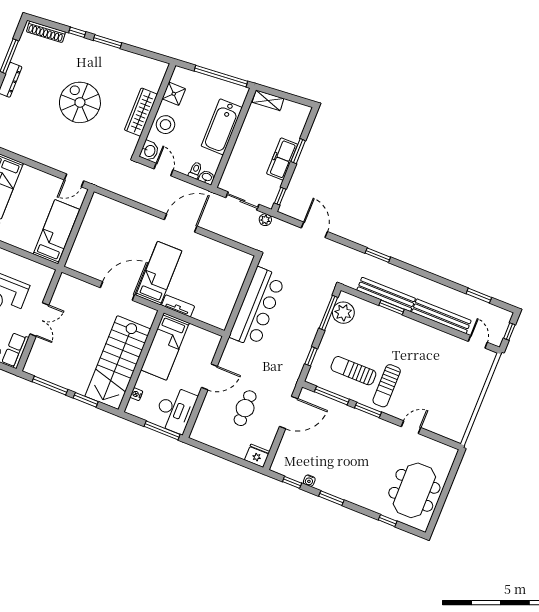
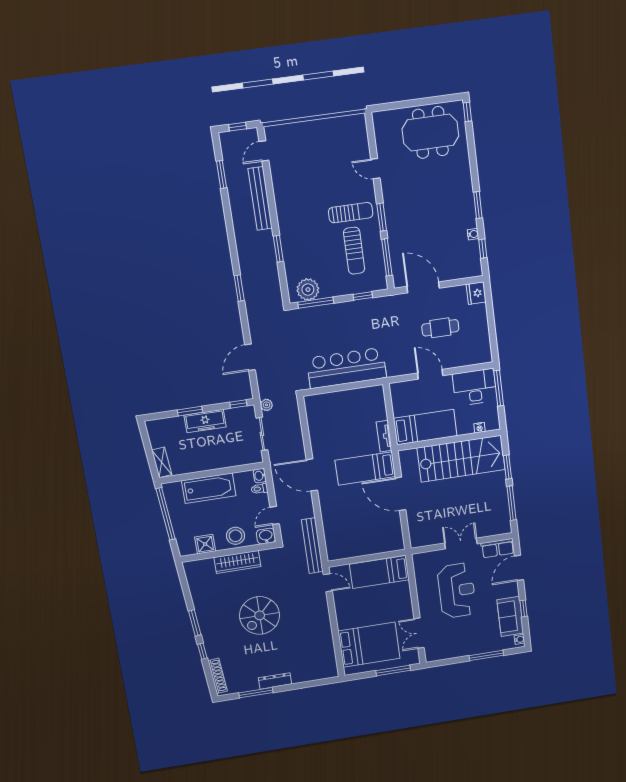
bench: (386, 294) -> (312, 546), moved
window: (388, 521) -> (467, 112), moved

